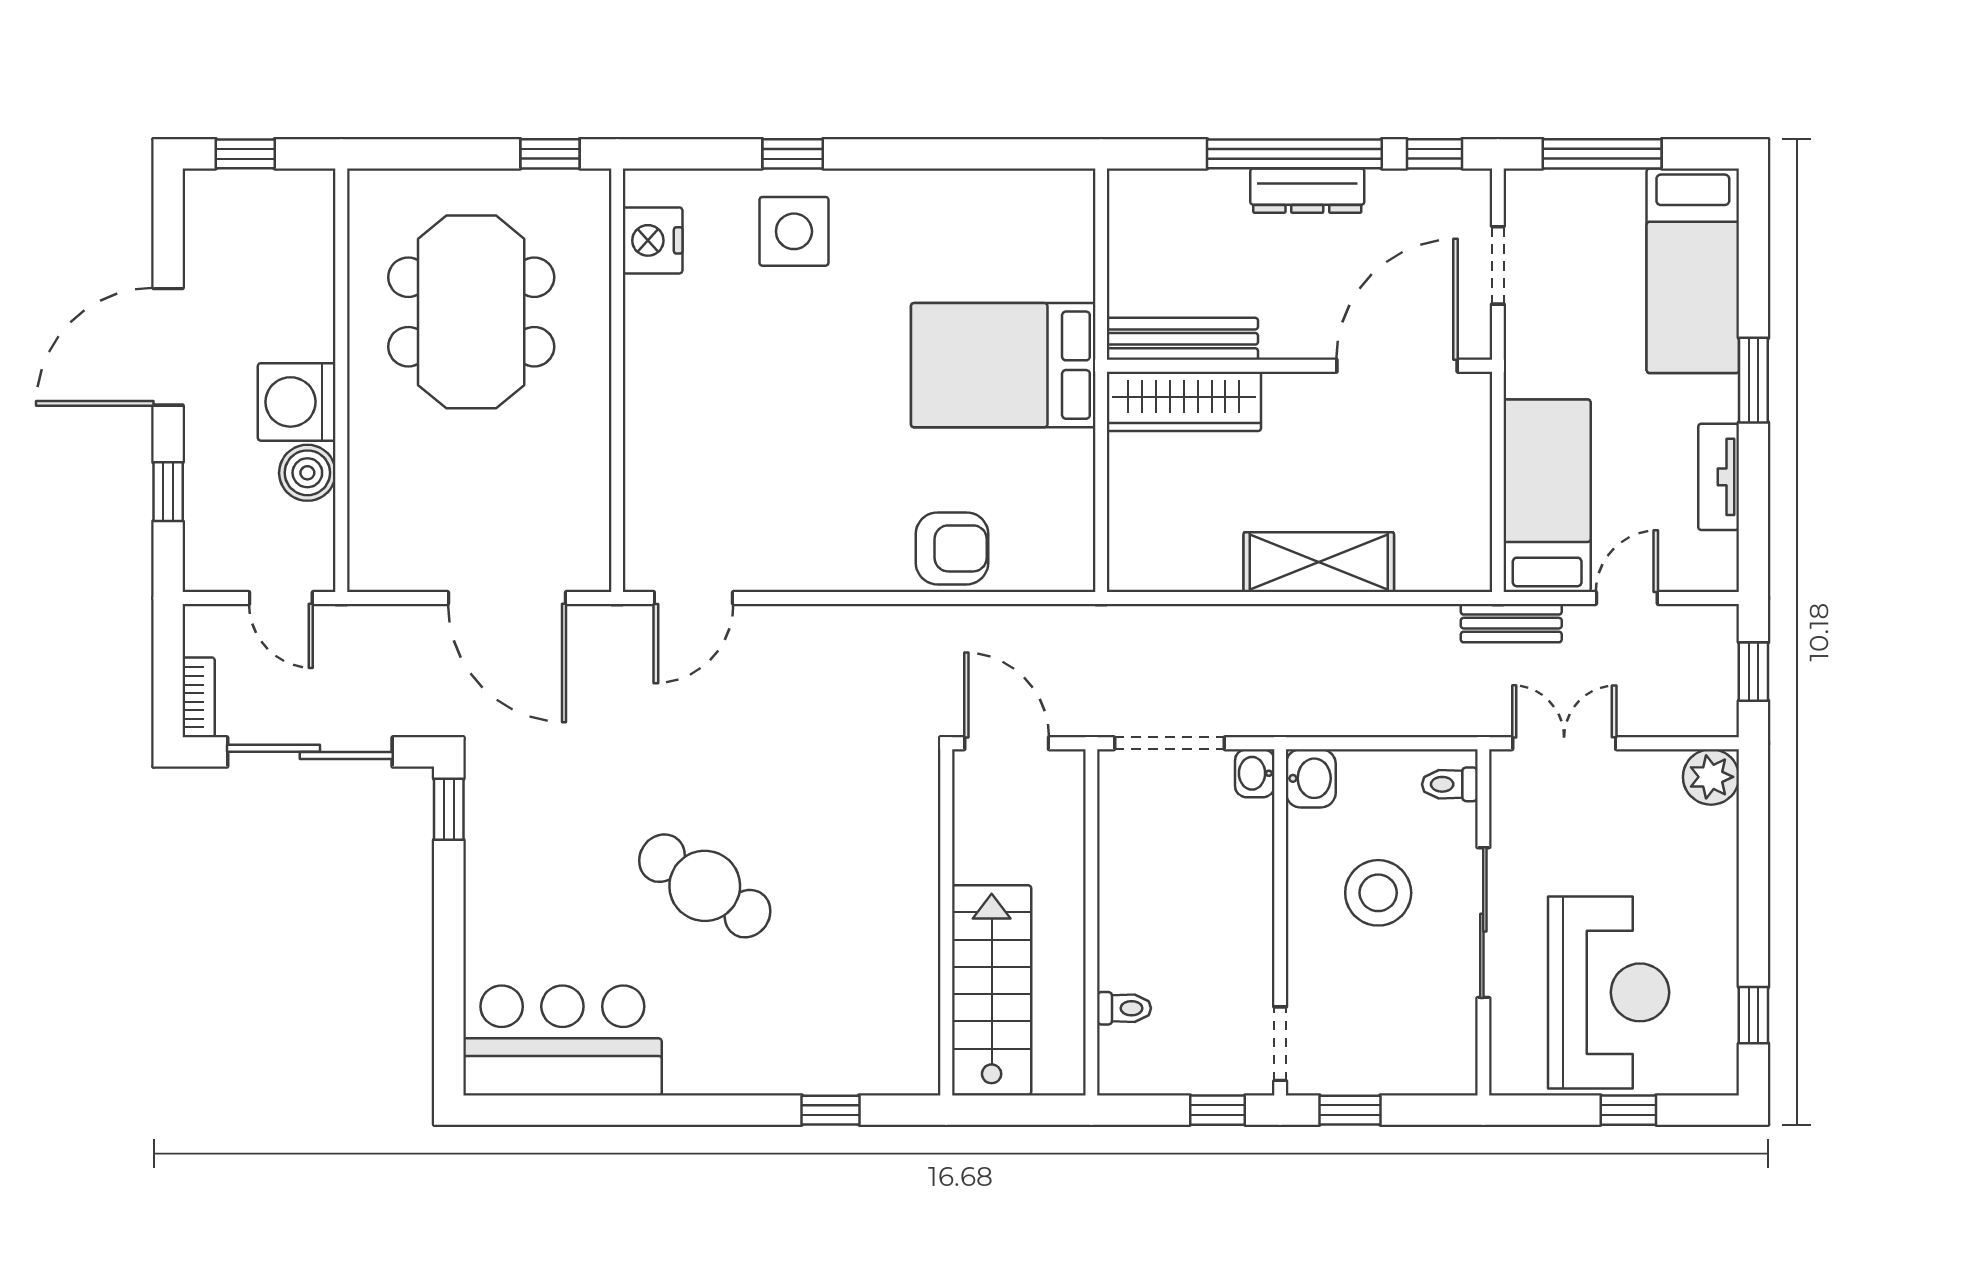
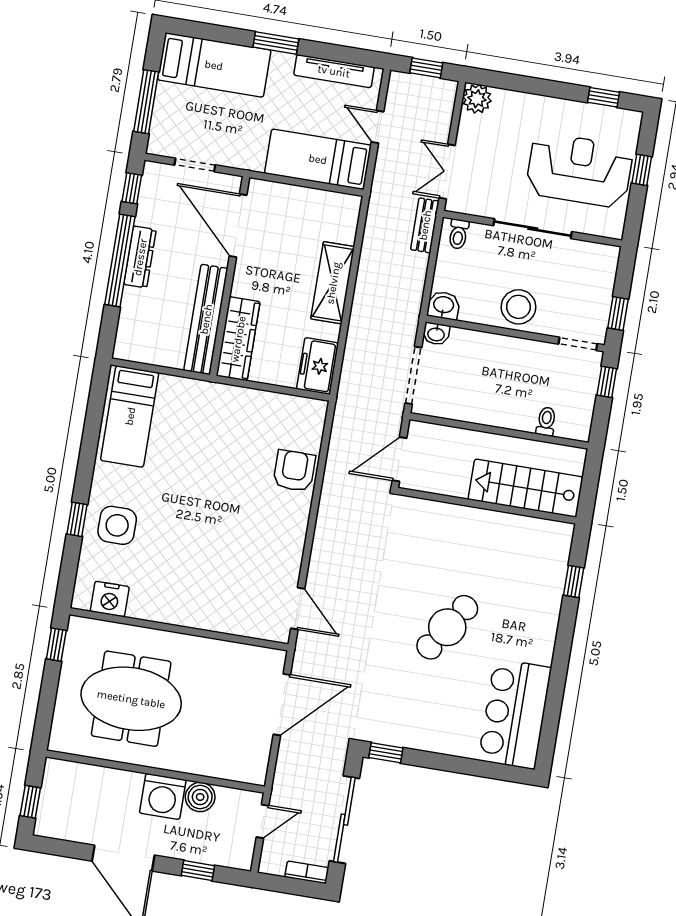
bench: (1182, 339) -> (206, 319), width x1.37, depth x1.21
bed: (1003, 365) -> (130, 416), moved, width x0.67
tv unit: (1719, 477) -> (334, 71), width x1.41
freezer: (1157, 560) -> (318, 366), added
bench: (1511, 623) -> (425, 225), moved
stool: (1378, 893) -> (518, 307), moved

